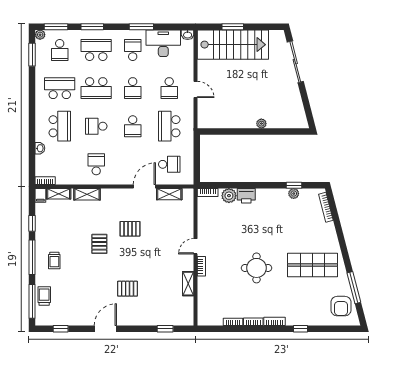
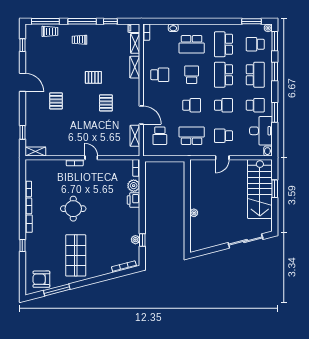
school desk: (60, 88) -> (223, 44), turned 180
school desk: (133, 88) -> (223, 105), turned 180
school desk: (133, 126) -> (192, 105), turned 180
shelving: (188, 284) -> (35, 152), moved

